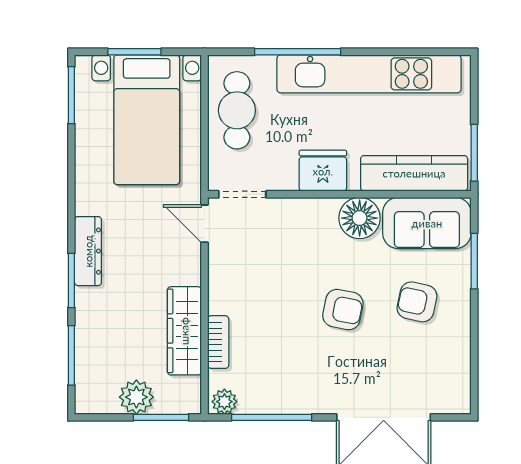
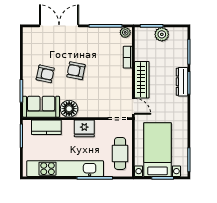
kitchen counter: (414, 173) -> (46, 127), width x0.67
dresser: (88, 251) -> (182, 82), moved
wardrobe: (184, 331) -> (142, 80), moved

